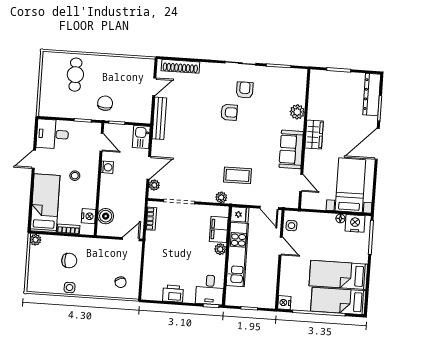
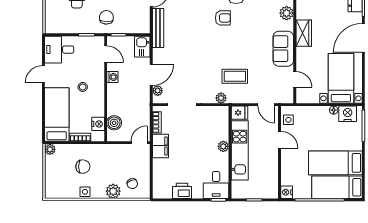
filing cabinet: (219, 229) -> (160, 146), moved, turned 180
plant: (100, 289) -> (113, 191), added

